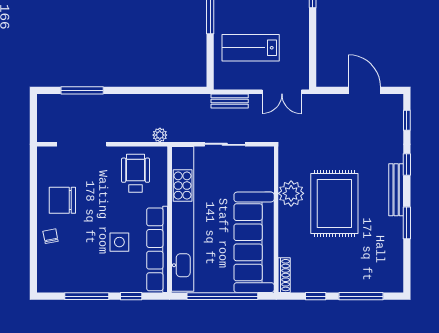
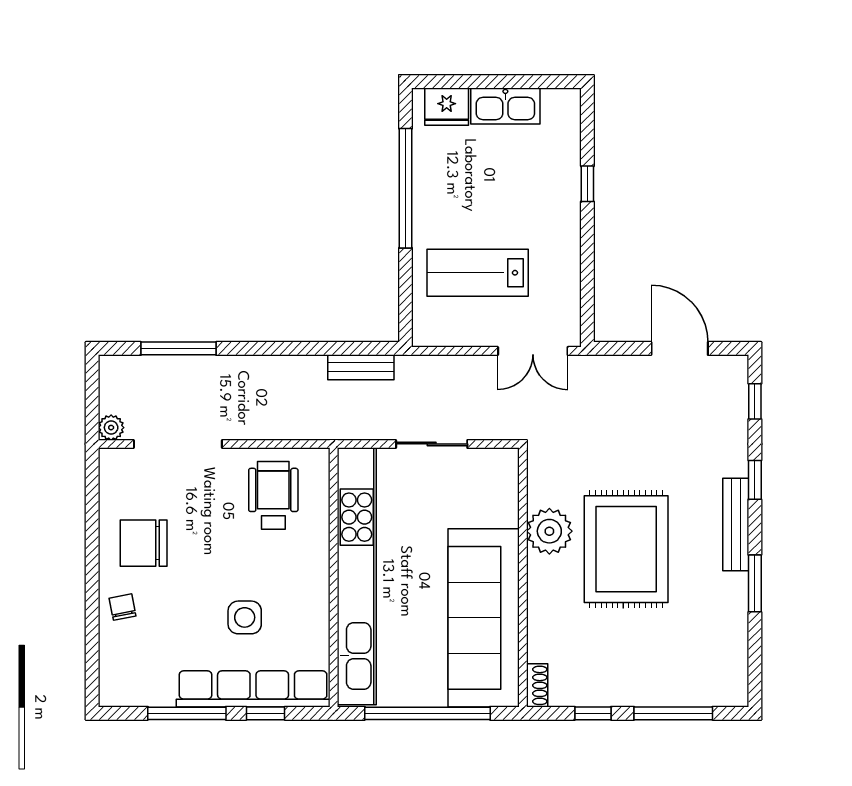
bench: (230, 101) -> (361, 367), moved
plant: (160, 135) -> (111, 428), moved
row of seats: (157, 249) -> (253, 689), moved, turned 90
shoe rack: (284, 275) -> (537, 685), width x0.70

